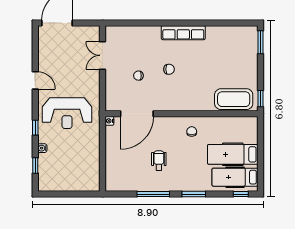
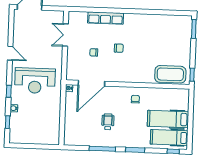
row of seats: (183, 33) -> (106, 18), moved

